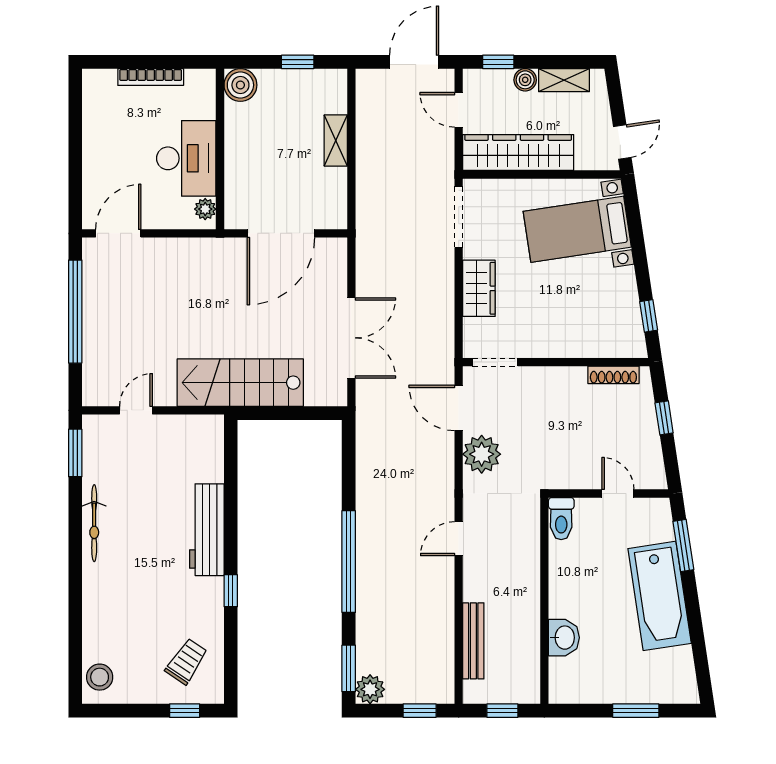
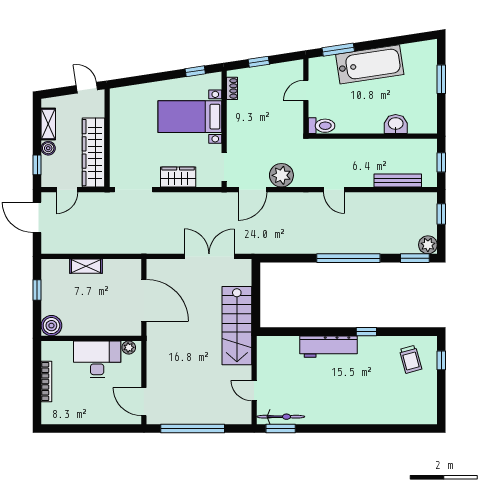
bed with nightstands: (577, 229) -> (190, 117), moved, turned 99
shoe rack: (613, 375) -> (232, 88), width x0.70
bicycle: (94, 523) -> (281, 417), moved
trolley: (186, 661) -> (411, 359), turned -139
stool: (100, 677) -> (420, 413), removed

